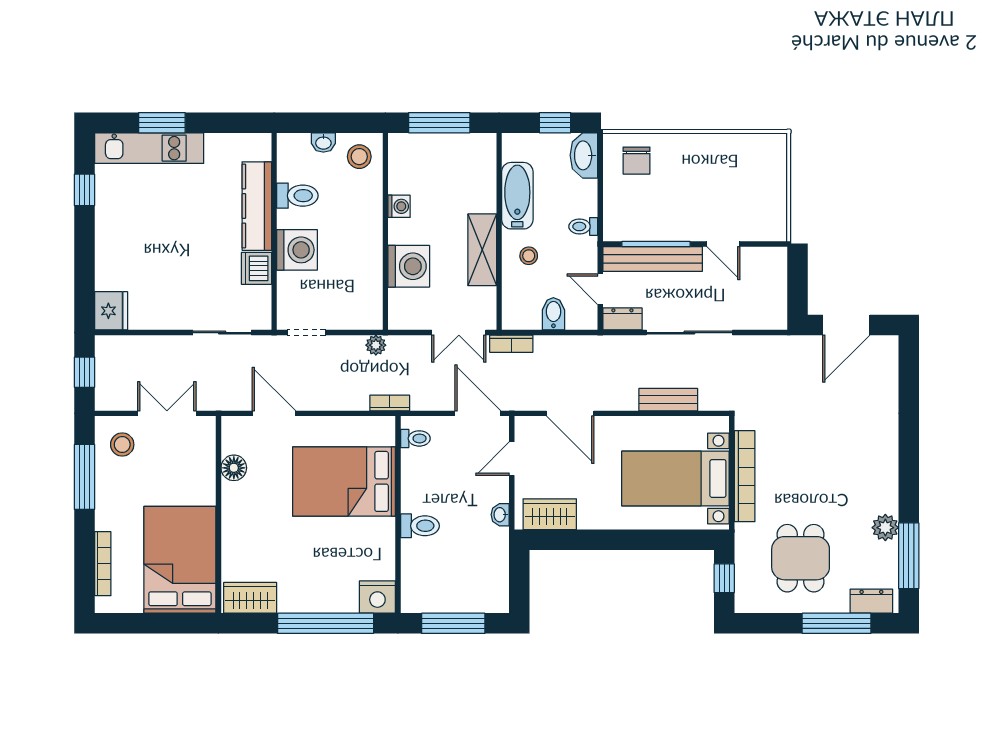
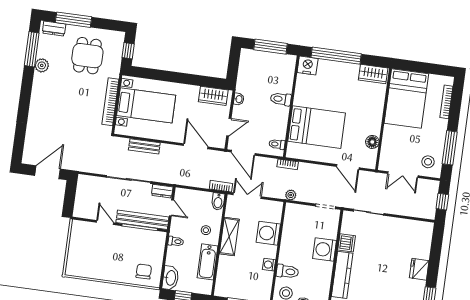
toilet: (297, 196) -> (287, 271), moved, turned 180
fridge: (111, 311) -> (419, 269), moved
bidet: (553, 314) -> (218, 201), moved

